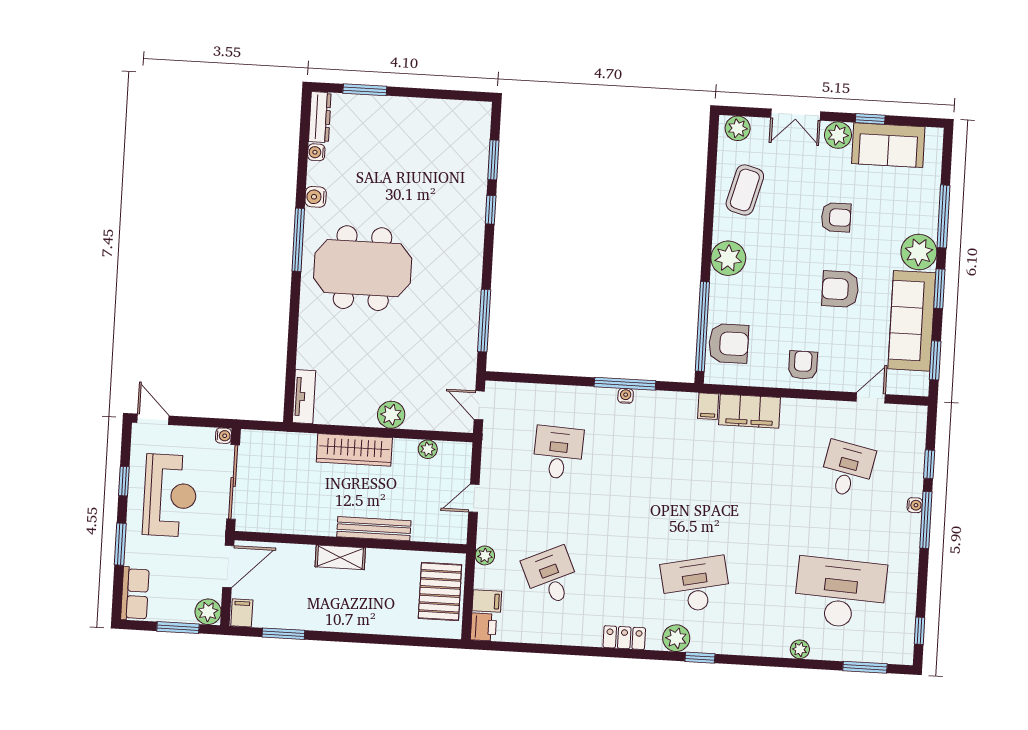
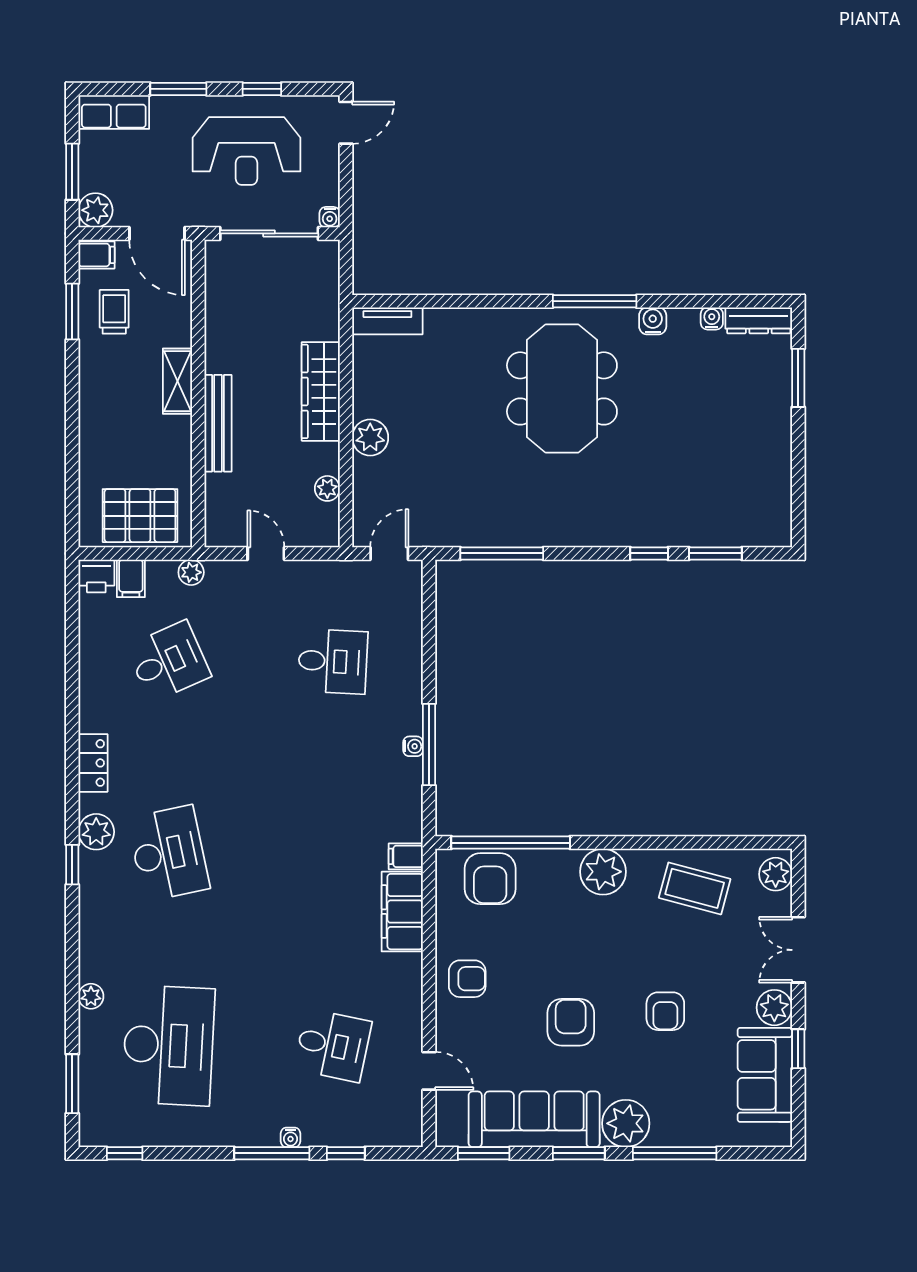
trolley: (285, 602) -> (114, 312), added

